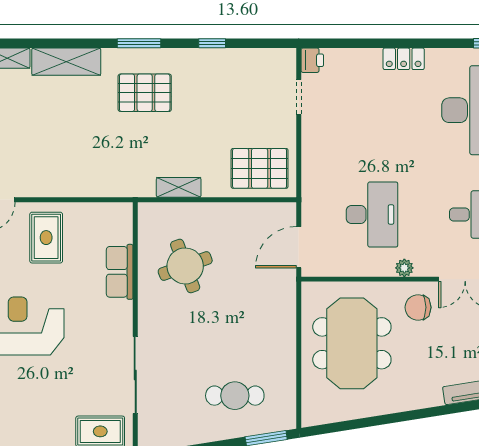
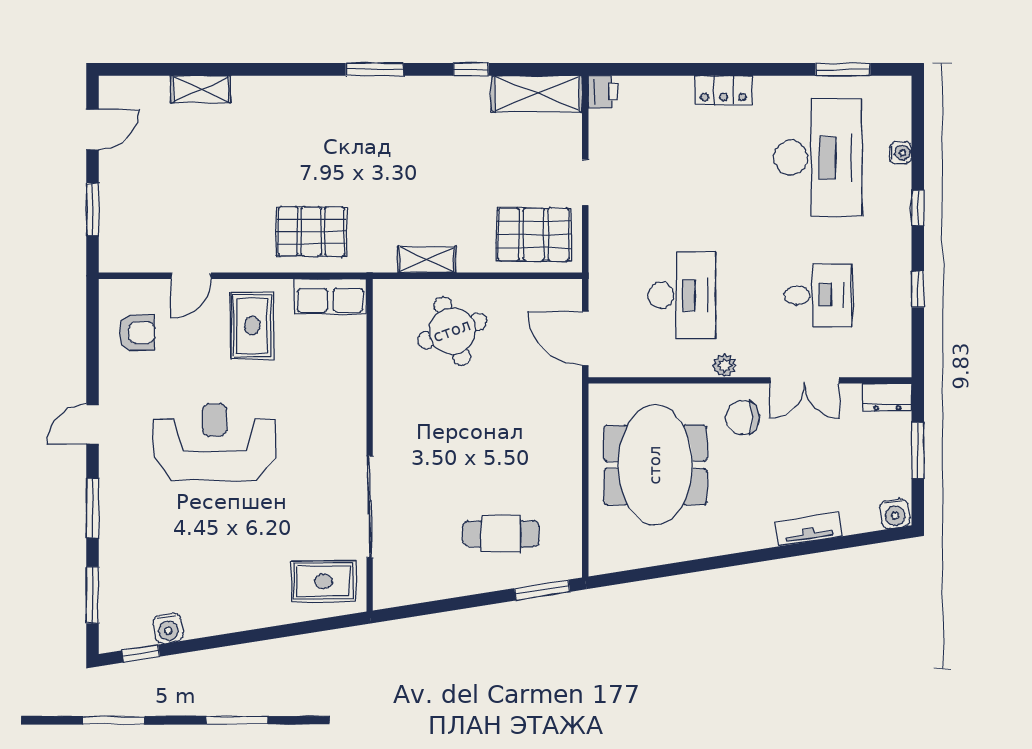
shelving: (66, 62) -> (537, 94), moved
pallet: (145, 93) -> (311, 232), moved
doorway: (299, 97) -> (585, 182), moved
door: (299, 247) -> (585, 338), hinge flipped
round table: (185, 266) -> (452, 331), moved
row of seats: (120, 272) -> (330, 296), moved, turned -90

